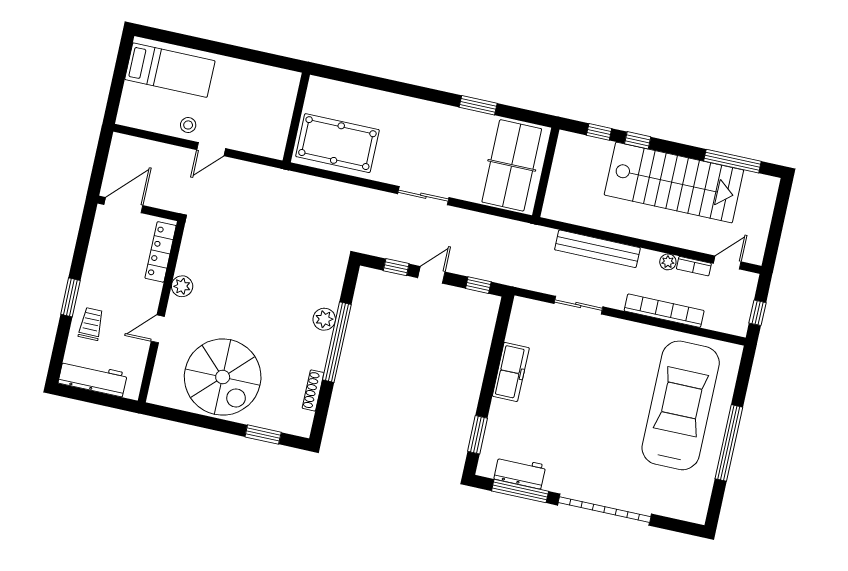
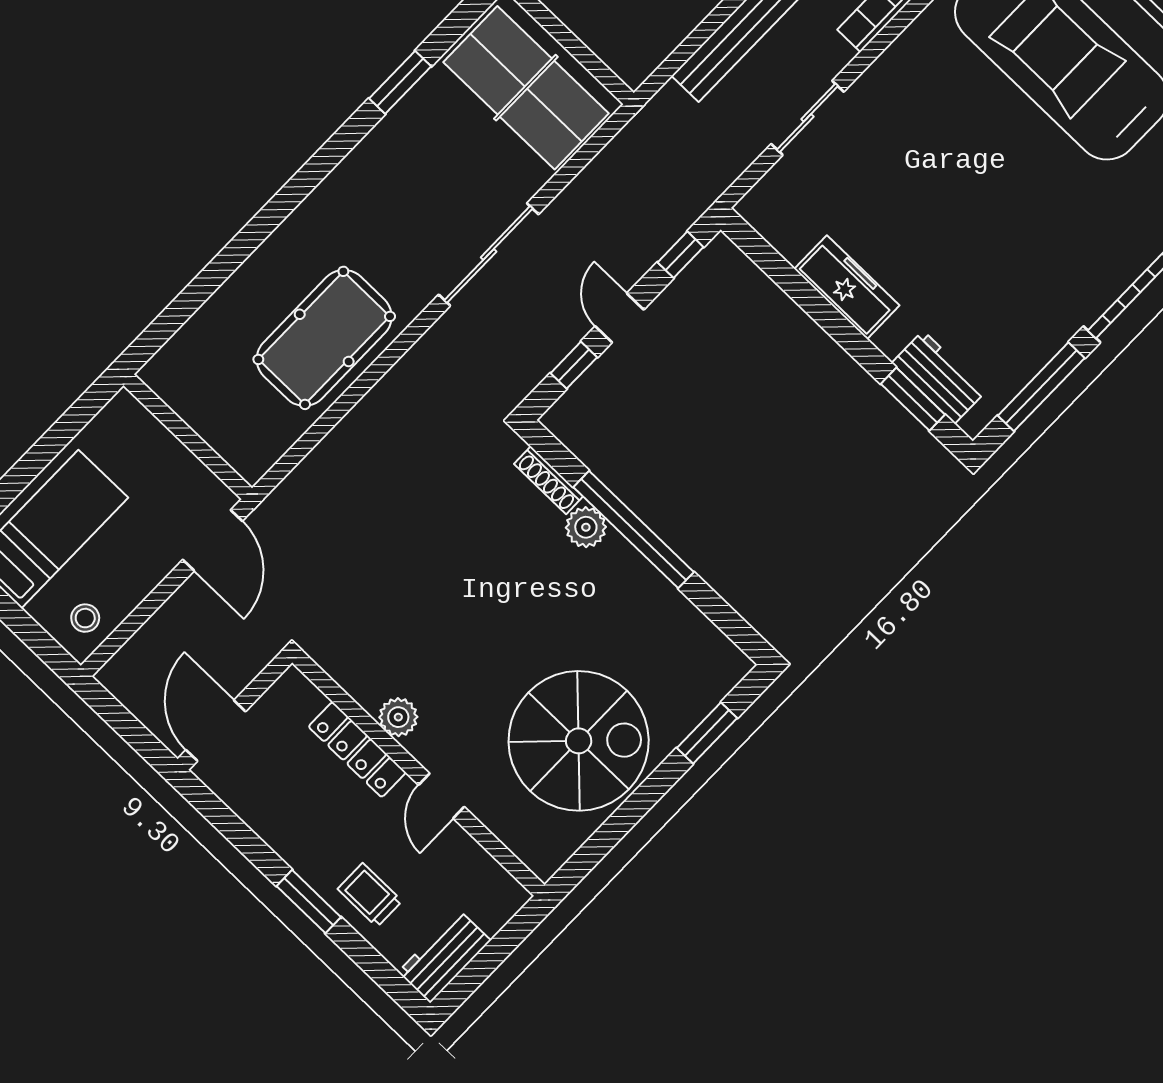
wall: (296, 118) -> (188, 437), moved
stool: (188, 125) -> (85, 618), moved
door: (211, 149) -> (212, 540), width x1.38
sliding door: (423, 196) -> (489, 254), width x1.37
locker: (161, 252) -> (357, 750), moved
workbench: (93, 378) -> (444, 956), width x0.73
shoe rack: (313, 390) -> (549, 480), moved
workbench: (520, 472) -> (939, 377), moved, turned 90

